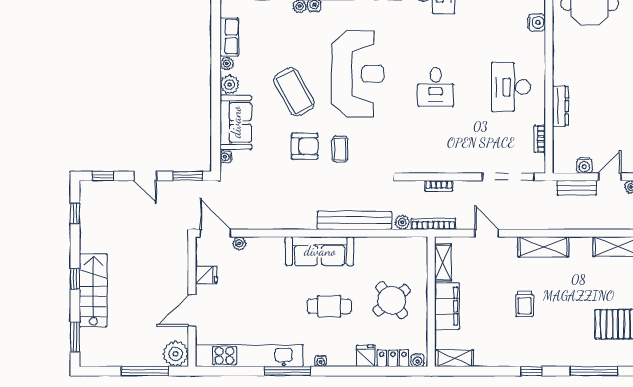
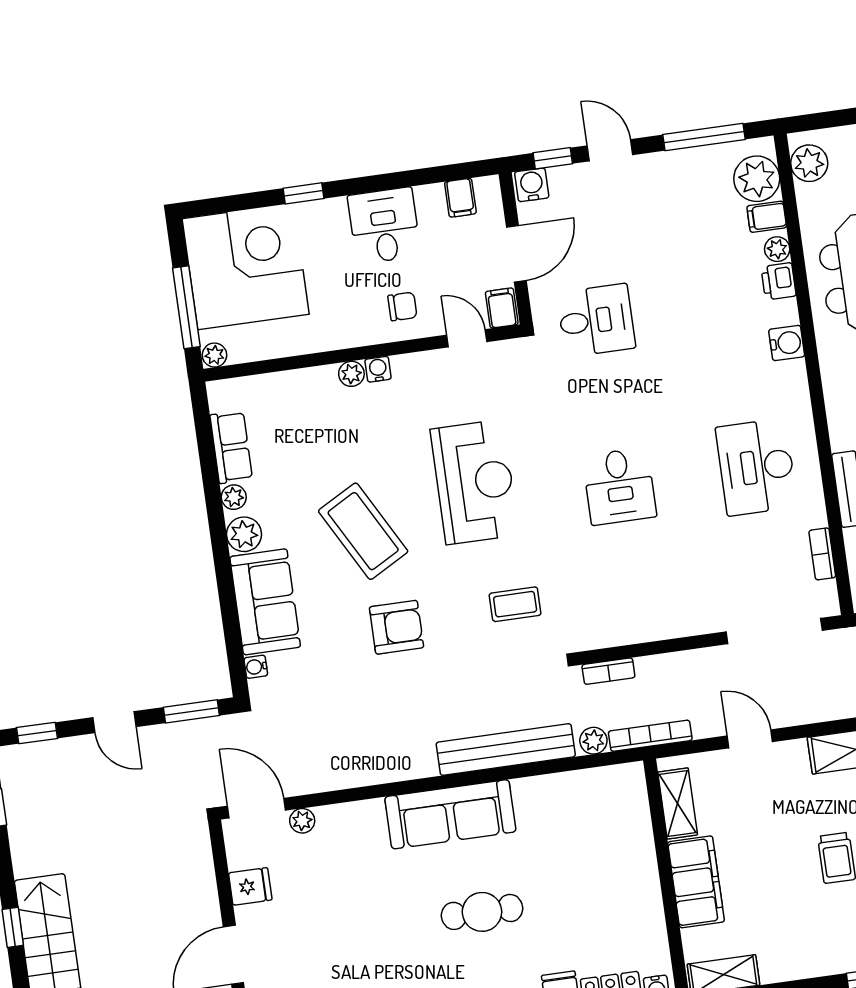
reception desk: (358, 74) -> (474, 482), width x0.74, depth x0.77
coffee table: (340, 149) -> (515, 604), moved, turned 90
bookcase: (439, 186) -> (608, 671), moved
round table: (392, 300) -> (594, 885), removed

